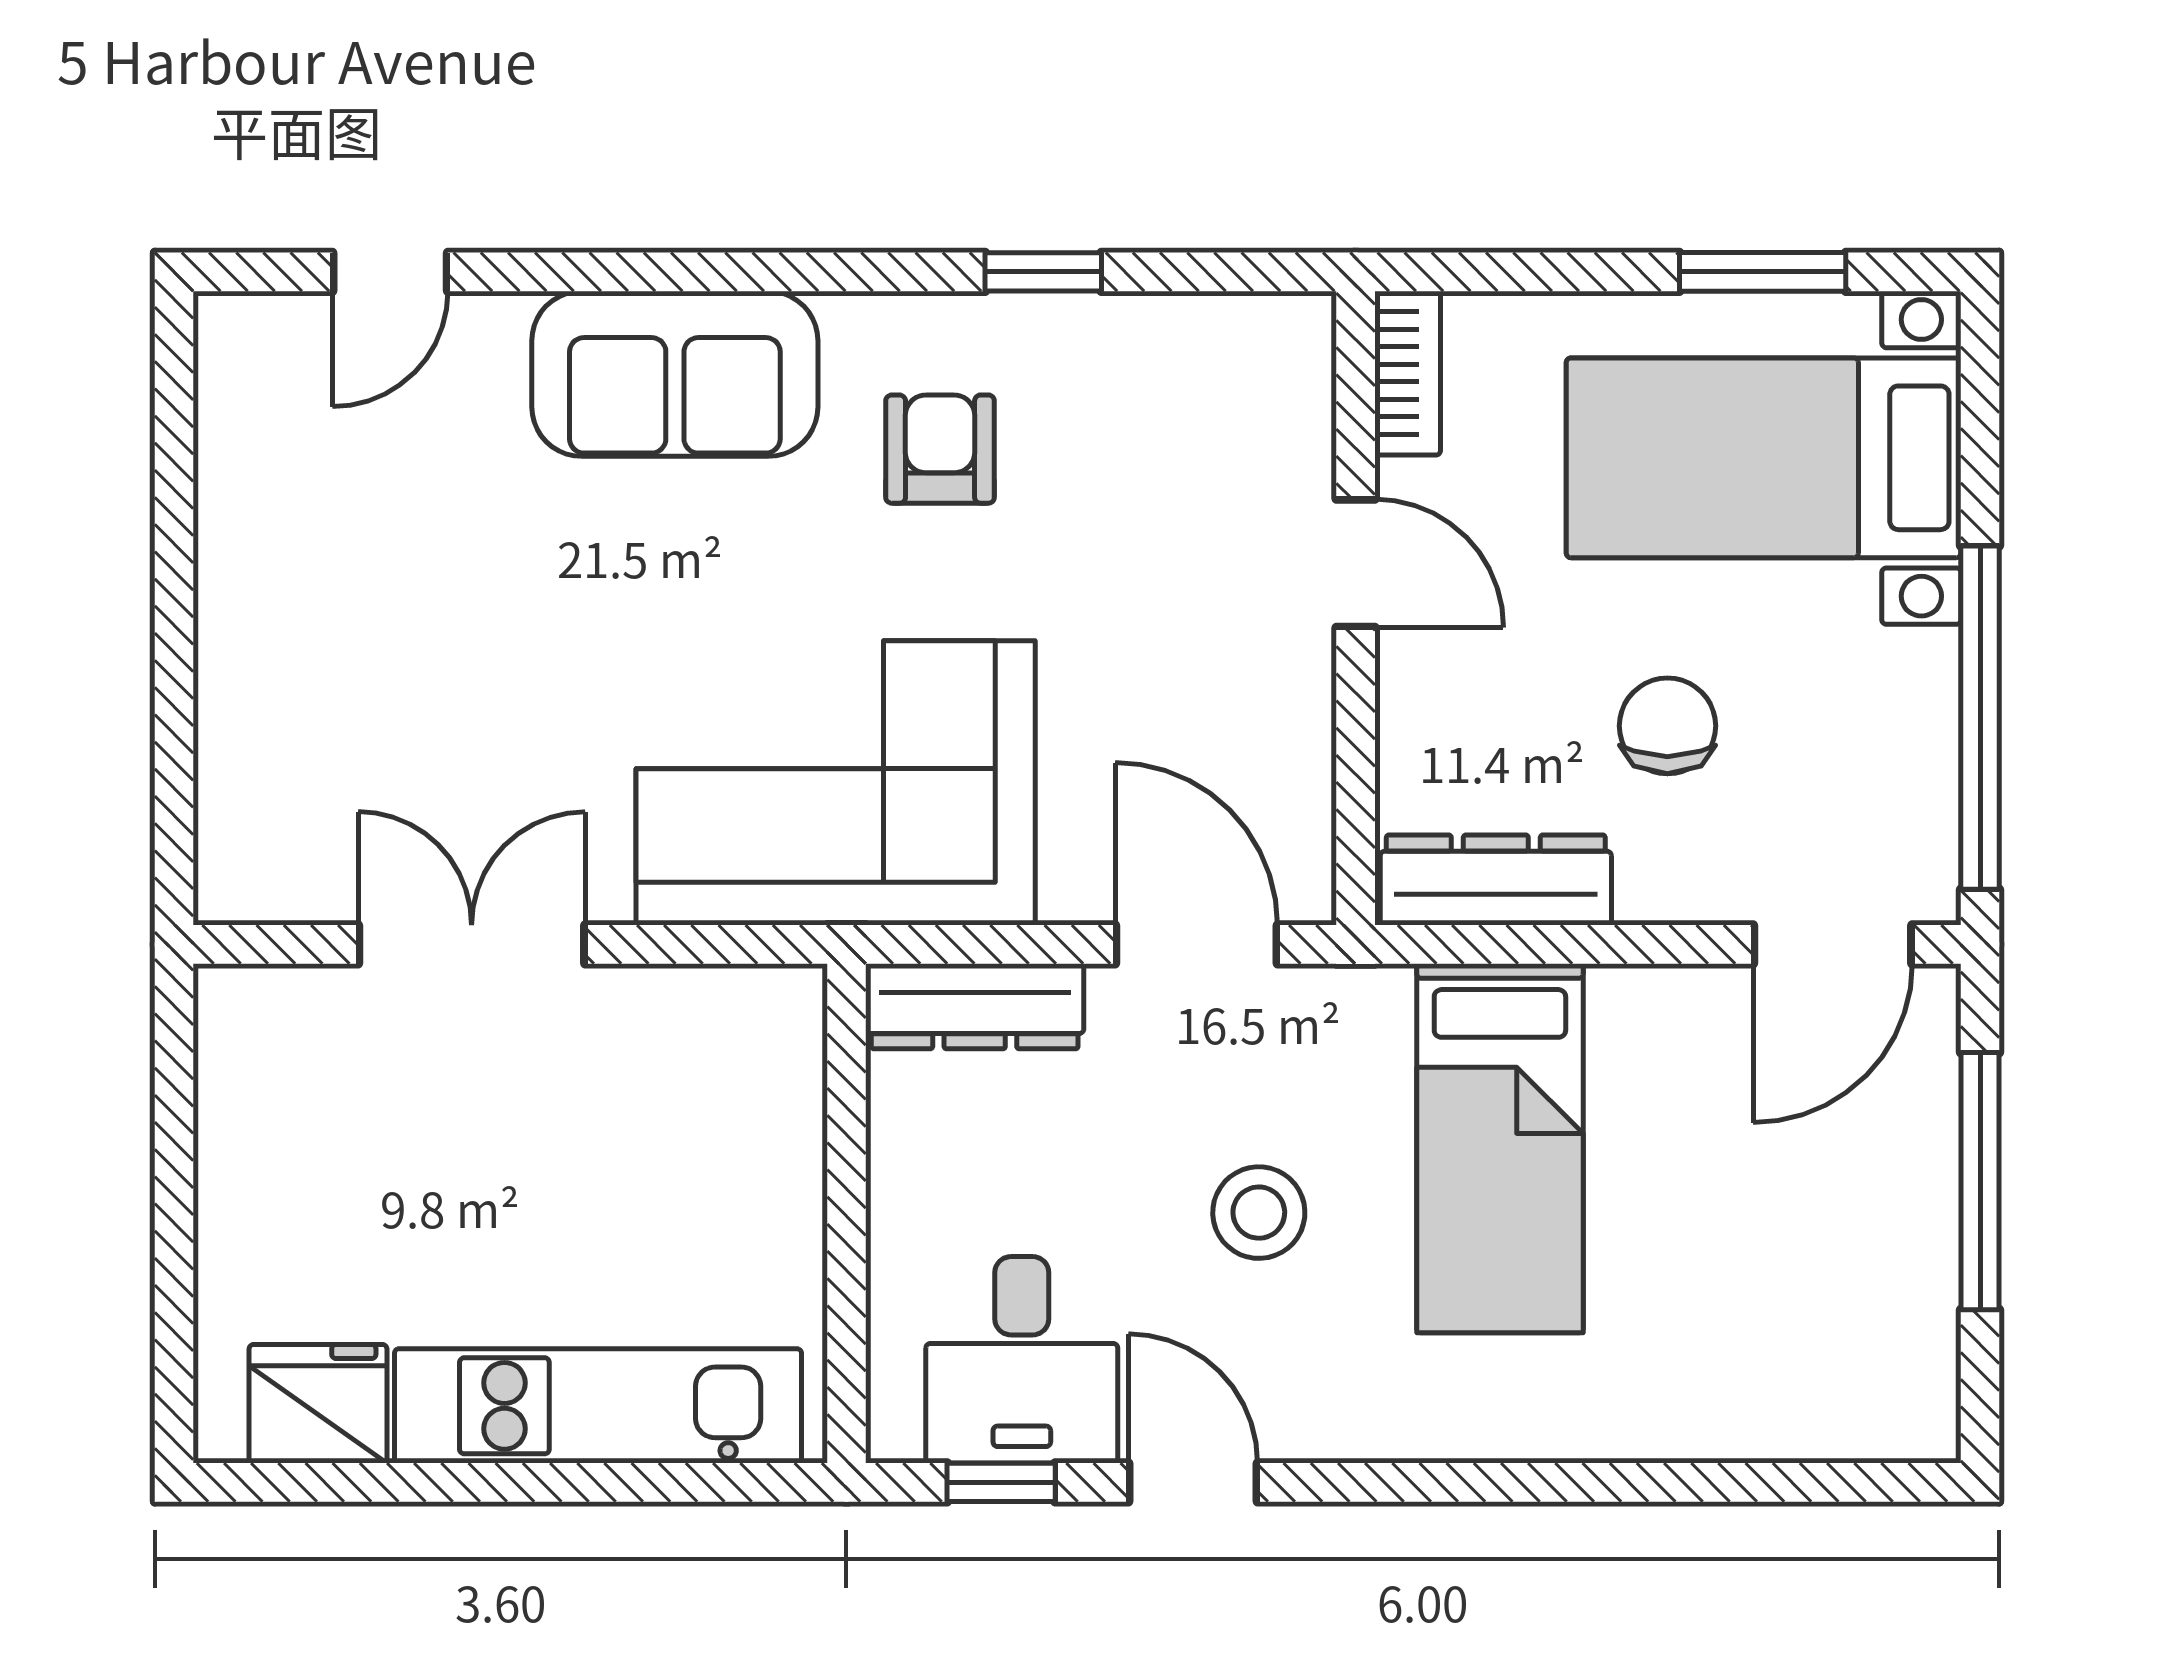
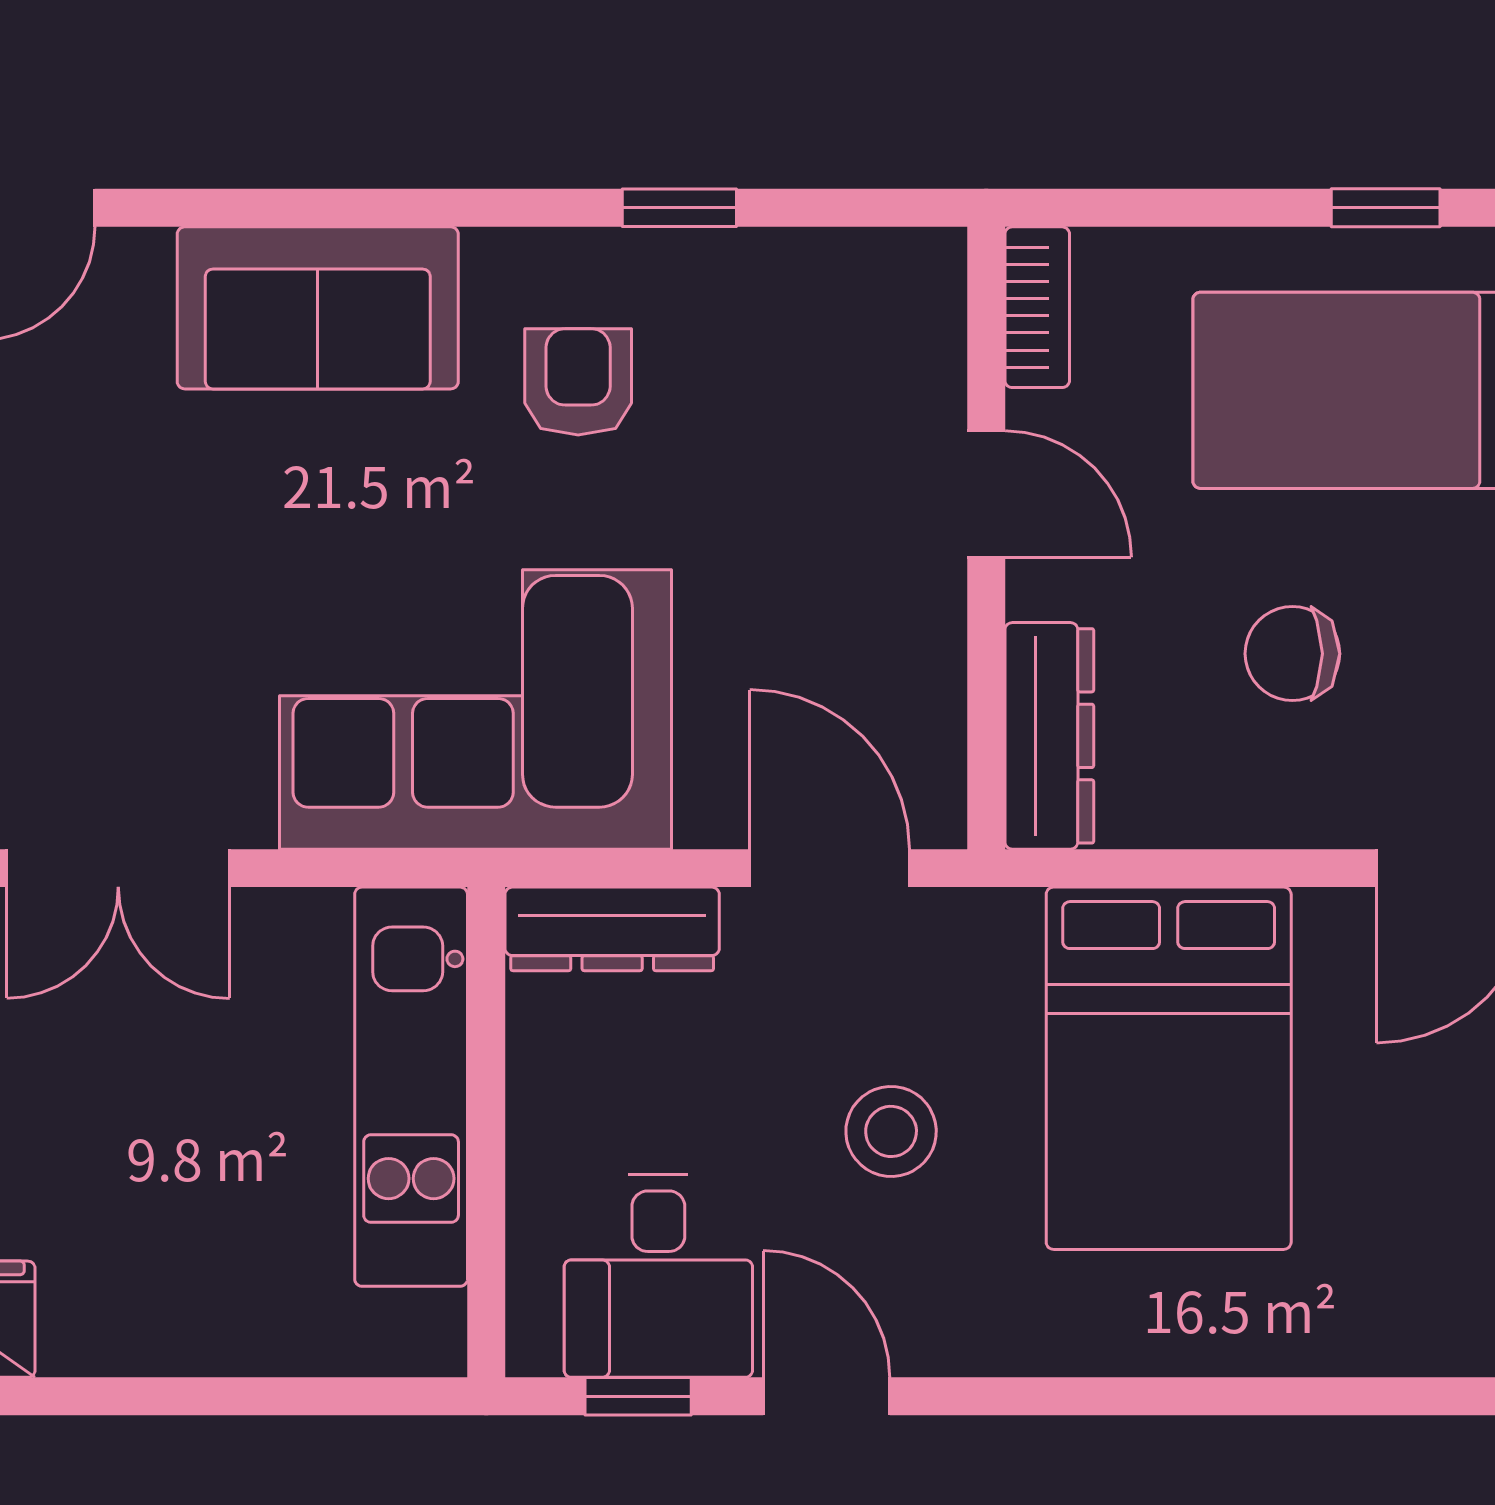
window: (1763, 272) -> (1386, 208), width x0.67
chair: (1667, 726) -> (1292, 654), turned -90
dresser: (1496, 880) -> (1049, 736), moved, turned 90
double door: (472, 944) -> (118, 868), swing flipped
bed: (1500, 1148) -> (1169, 1068), width x1.50
kitchen unit: (598, 1406) -> (411, 1087), moved, turned -90

